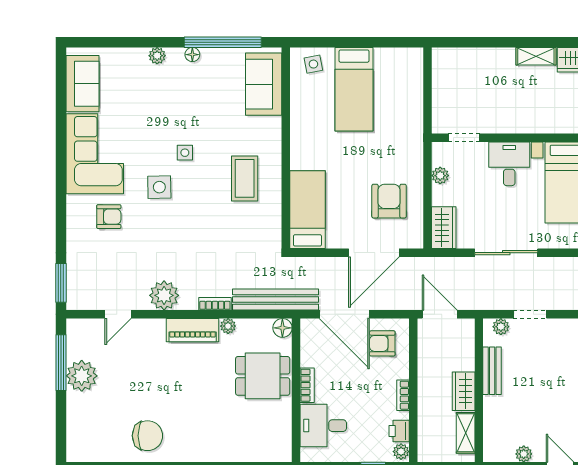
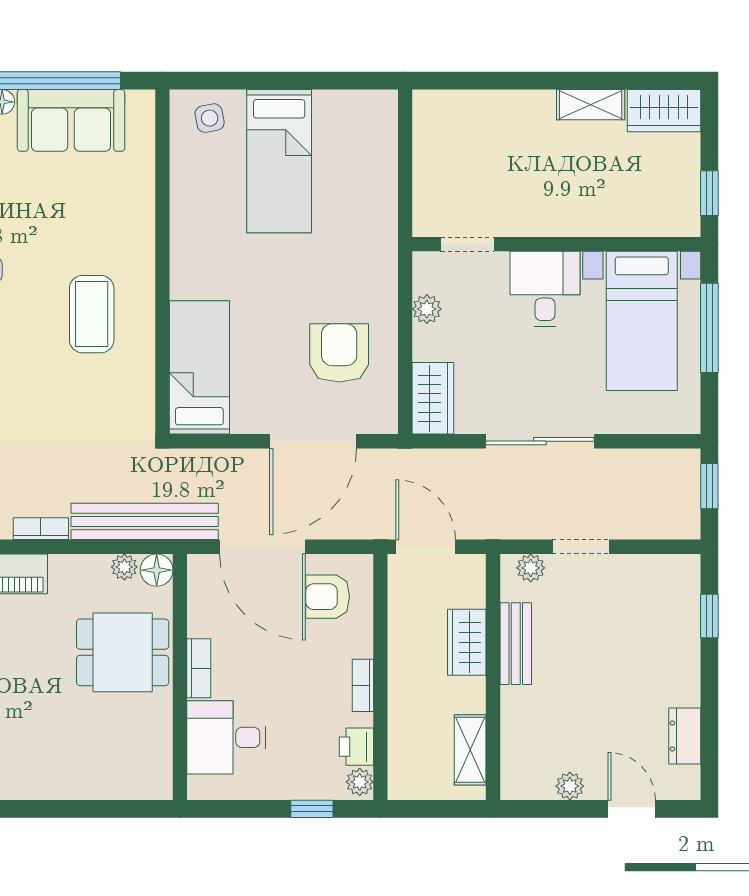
sofa: (264, 84) -> (71, 120), moved, turned -90
plant: (228, 326) -> (124, 567), moved
wardrobe: (464, 391) -> (467, 642), moved

